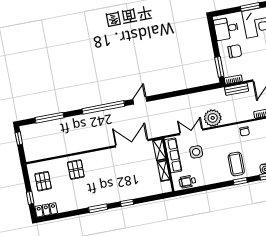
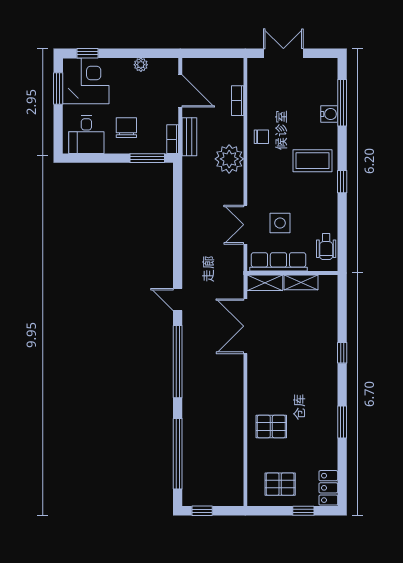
window: (49, 118) -> (178, 454), width x1.46
plant: (213, 118) -> (229, 159), moved
window: (240, 181) -> (342, 182), moved
window: (98, 208) -> (342, 422), moved

